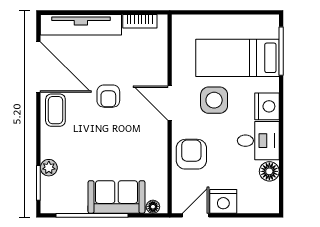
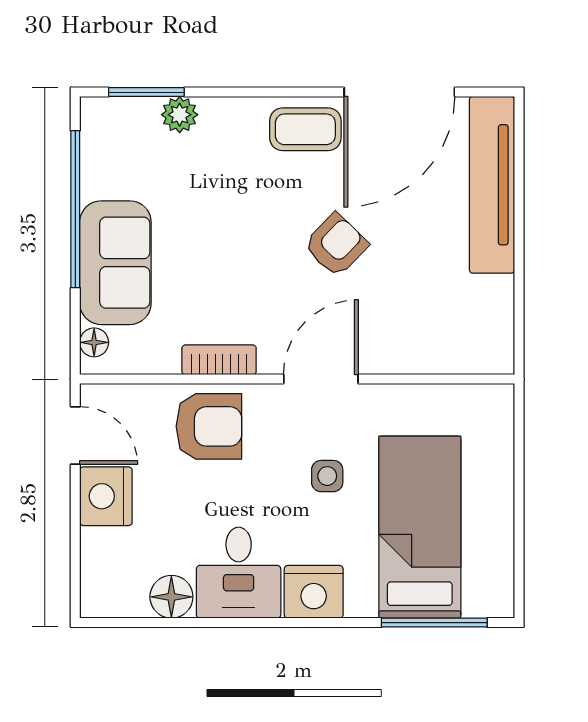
bookcase: (140, 21) -> (219, 360), moved, turned 90
armchair: (108, 96) -> (336, 245), turned 134
side table: (214, 100) -> (327, 476), width x0.54, depth x0.54

